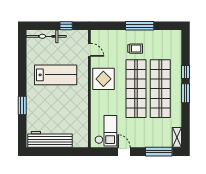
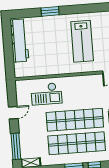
display table: (103, 79) -> (82, 88), removed
checkout: (106, 131) -> (46, 94), moved

